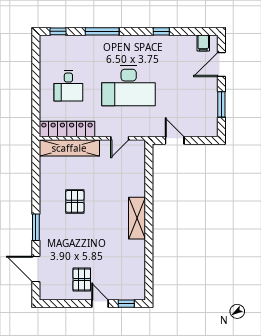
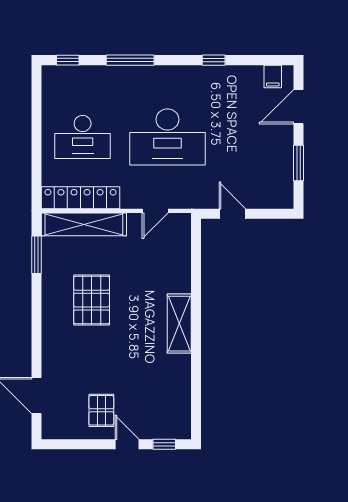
desk: (68, 86) -> (83, 137), width x1.37
pallet: (75, 201) -> (92, 300), width x1.50, depth x1.42
window: (36, 227) -> (36, 255), moved

